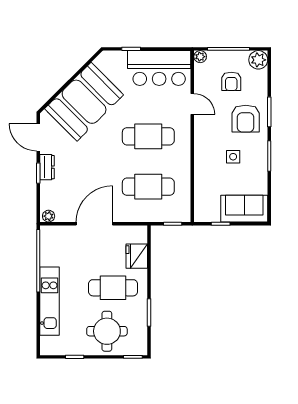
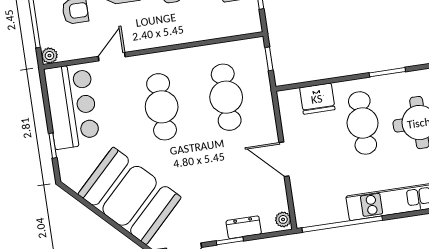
dresser: (47, 167) -> (244, 227), moved
door: (94, 224) -> (284, 159), width x0.73

